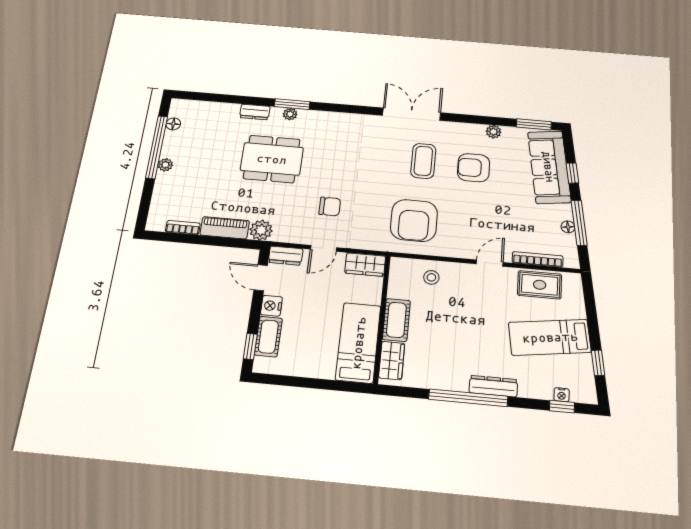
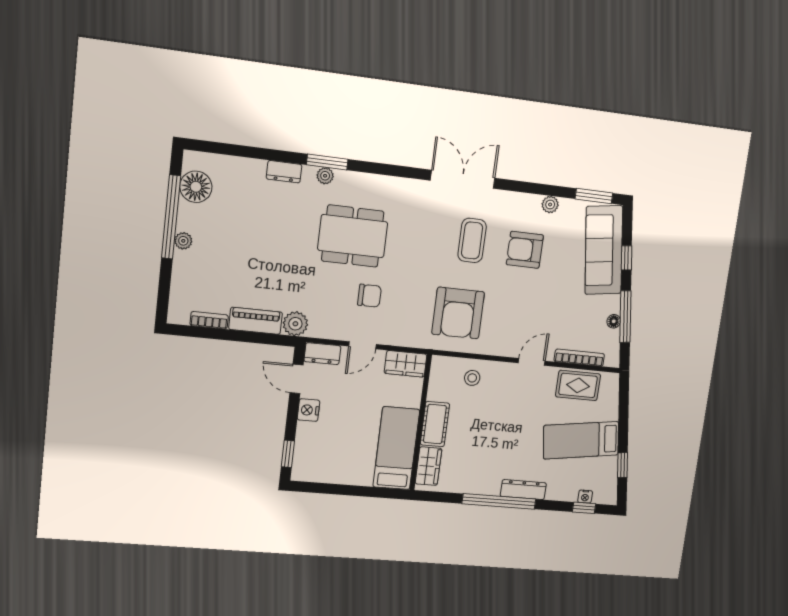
floor lamp: (173, 124) -> (196, 187), width x1.89, depth x1.89
dining table: (272, 159) -> (353, 236), moved
cot: (268, 337) -> (306, 443), removed

